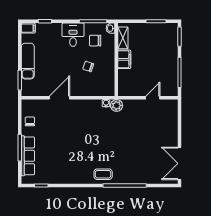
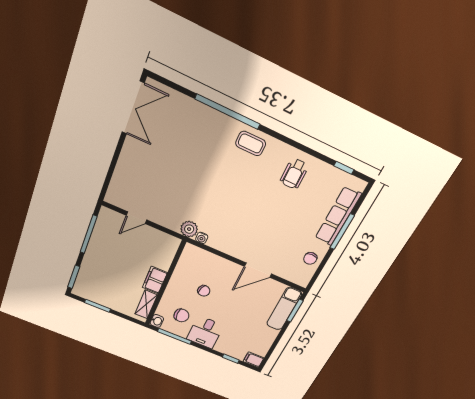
exam couch: (28, 61) -> (284, 309), moved
wheelchair: (69, 169) -> (294, 174), added

